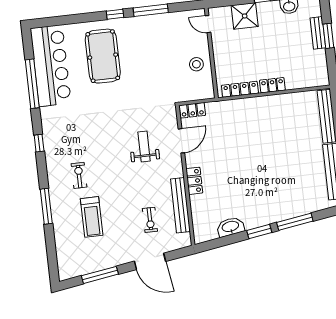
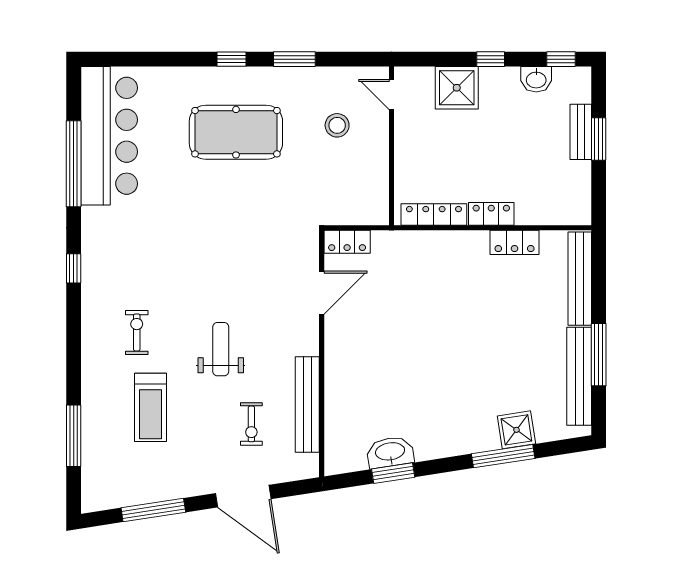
window: (151, 10) -> (294, 59), width x0.69
pool table: (103, 56) -> (236, 132), moved, turned 90
stool: (196, 64) -> (337, 125), moved
weight bench: (144, 146) -> (221, 349), moved
locker: (194, 181) -> (515, 242), moved, turned 90
window: (46, 206) -> (74, 436), moved
shower: (301, 206) -> (516, 430), added
window: (259, 232) -> (393, 473), moved

